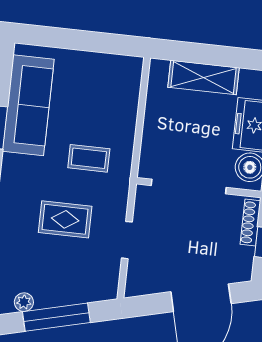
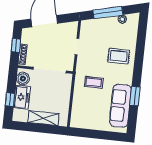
rug: (65, 219) -> (119, 56), moved

